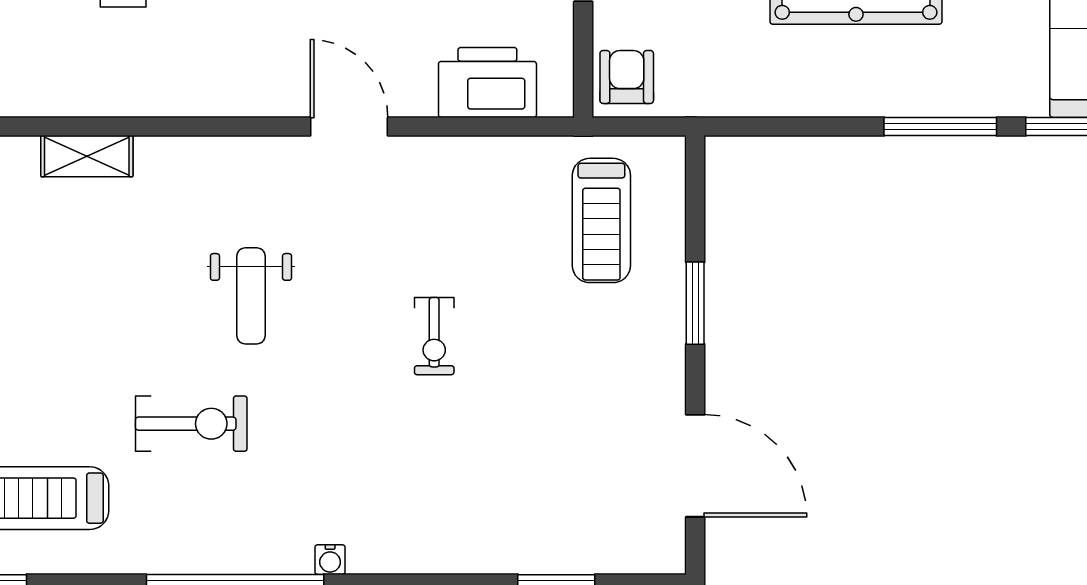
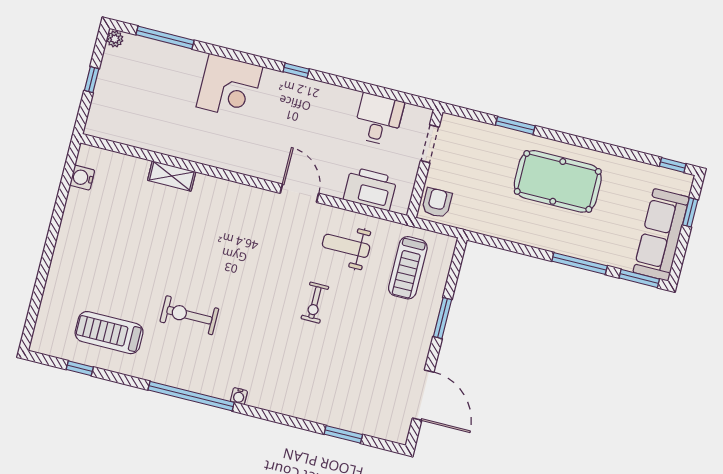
weight bench: (251, 296) -> (346, 246), moved, turned 90
exercise bike: (191, 424) -> (189, 315), turned 180

